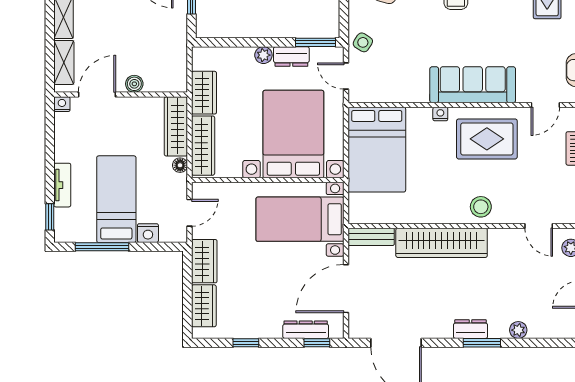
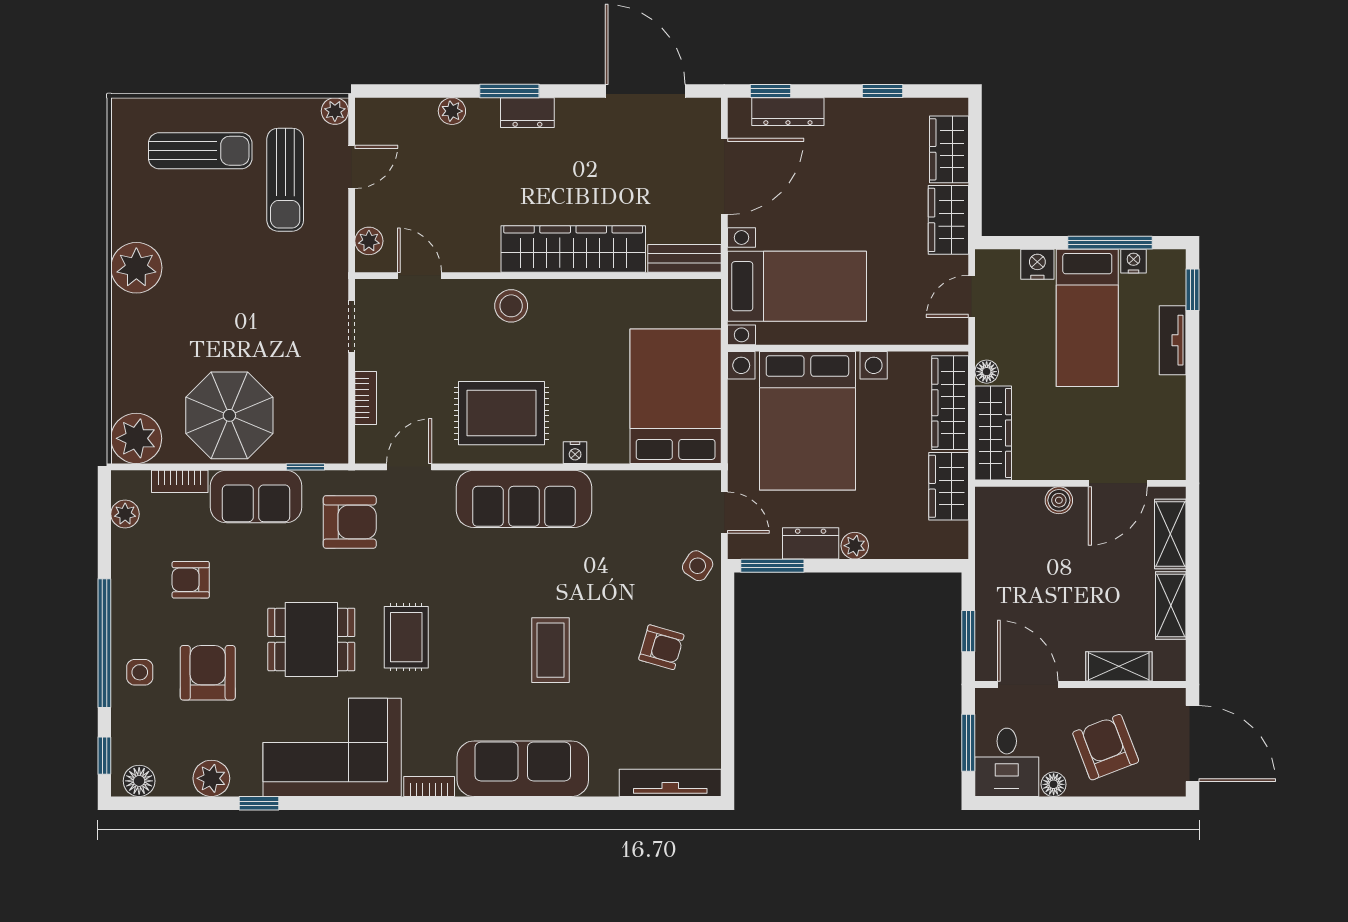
nightstand: (62, 104) -> (1134, 261), moved, turned 180

